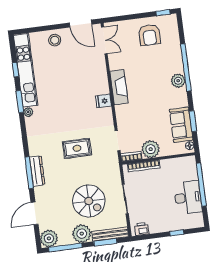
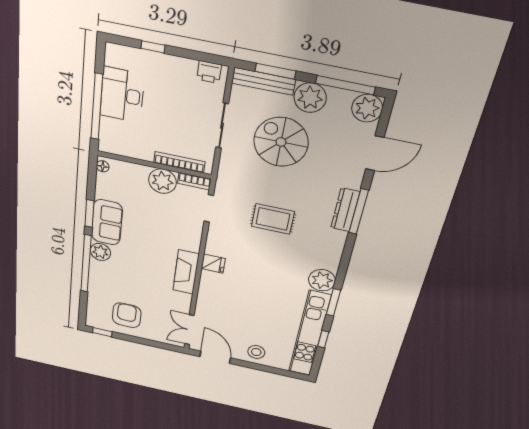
plant: (28, 112) -> (322, 280), width x1.87, depth x1.87
window: (193, 121) -> (89, 214), moved
sofa: (181, 125) -> (107, 222), moved

